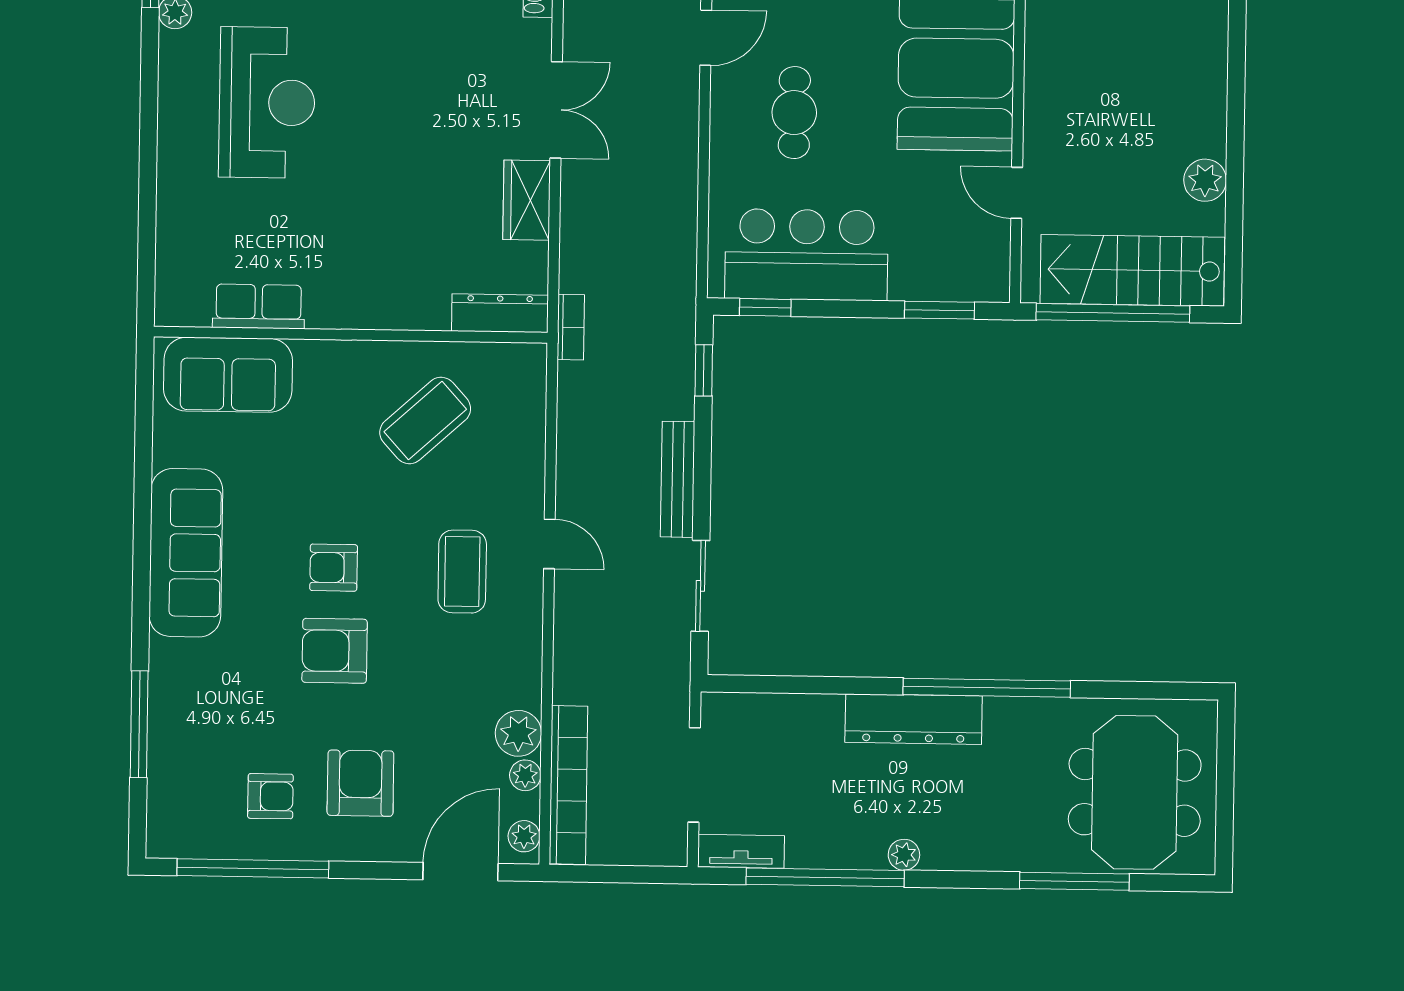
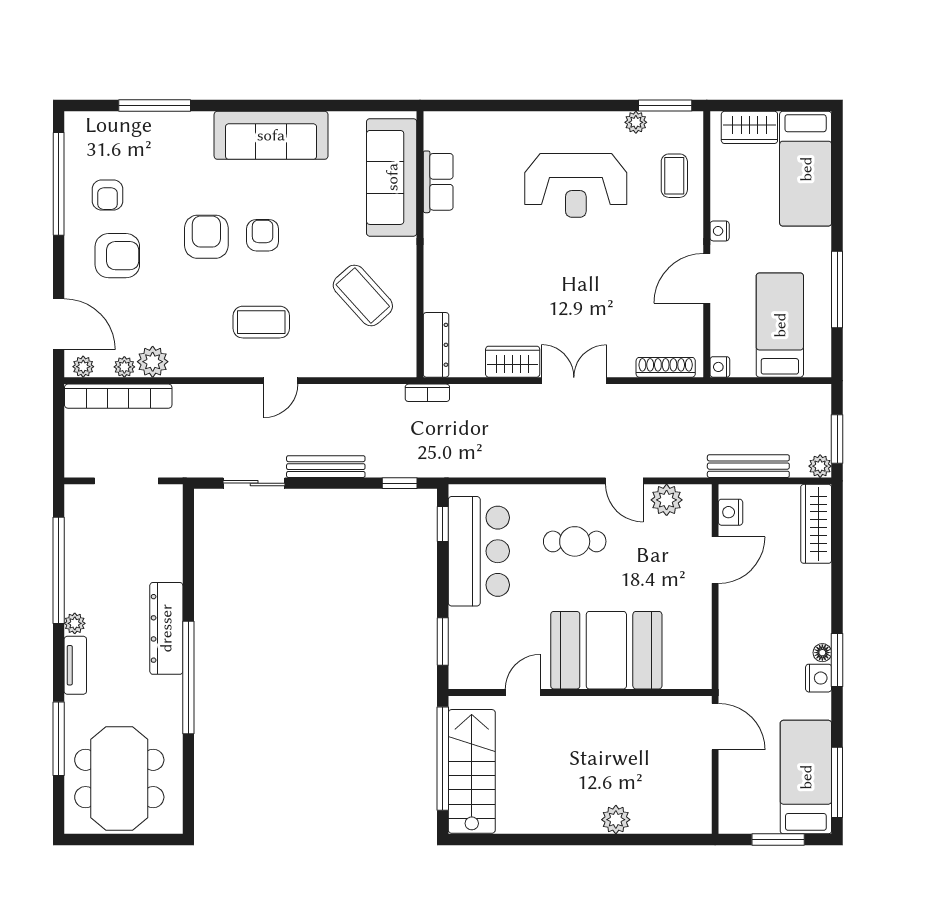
double door: (556, 110) -> (574, 381), swing flipped
plant: (1205, 180) -> (616, 820), moved
sofa: (228, 375) -> (392, 177), width x1.36
meeting table: (1135, 792) -> (119, 778), turned 90
tv unit: (741, 851) -> (75, 665), moved

